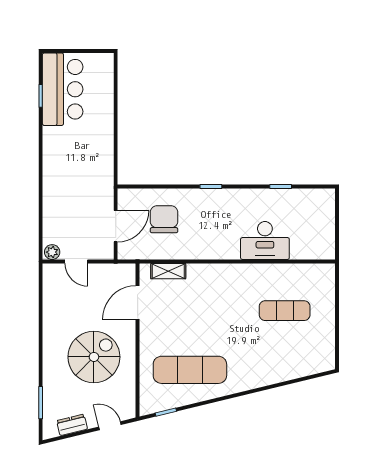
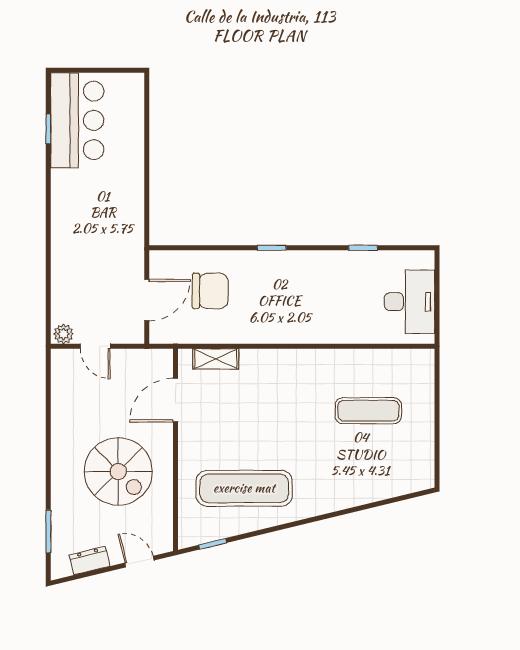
chair: (164, 219) -> (210, 291), turned 90
desk: (265, 241) -> (410, 302), moved, turned -90
spiral stairs: (94, 357) -> (118, 471), turned 90

